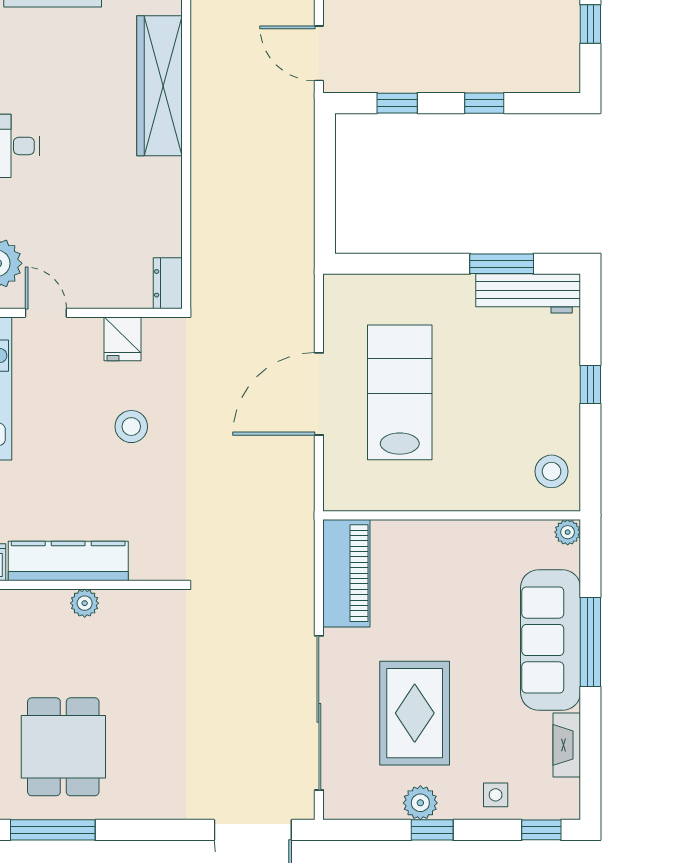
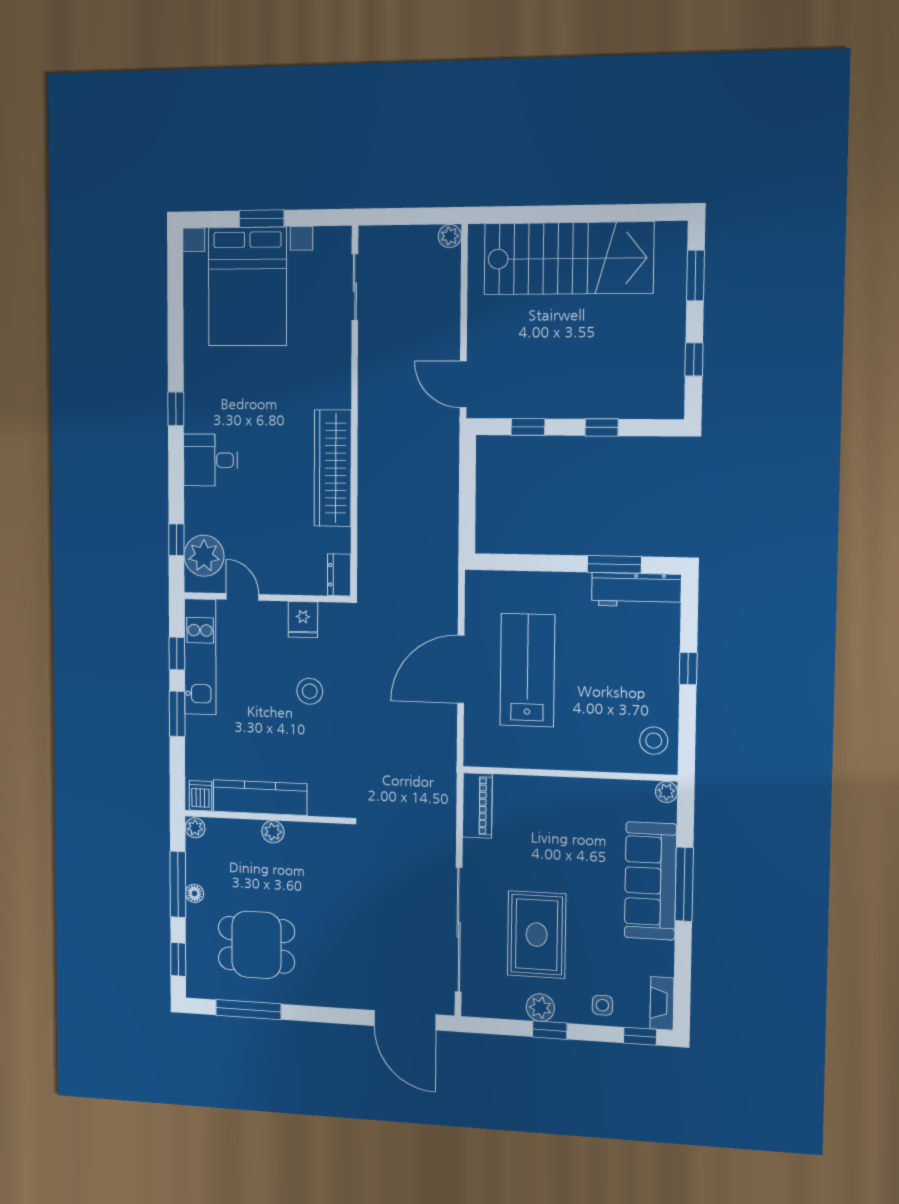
wardrobe: (160, 86) -> (333, 468), moved
piano: (346, 573) -> (477, 806), width x0.73, depth x0.75
fireplace: (567, 745) -> (662, 1003), moved
dining table: (63, 747) -> (256, 945), turned 90

